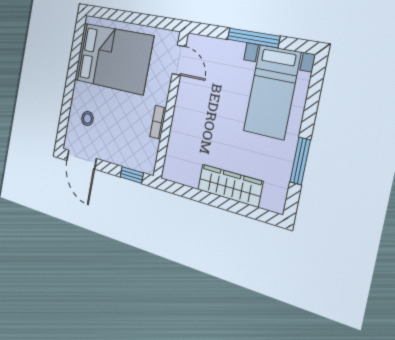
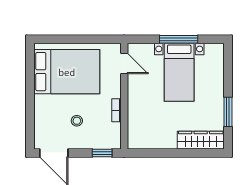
bed with nightstands: (272, 92) -> (179, 72), moved
stool: (87, 119) -> (77, 121), moved
wardrobe: (230, 186) -> (201, 140), moved

